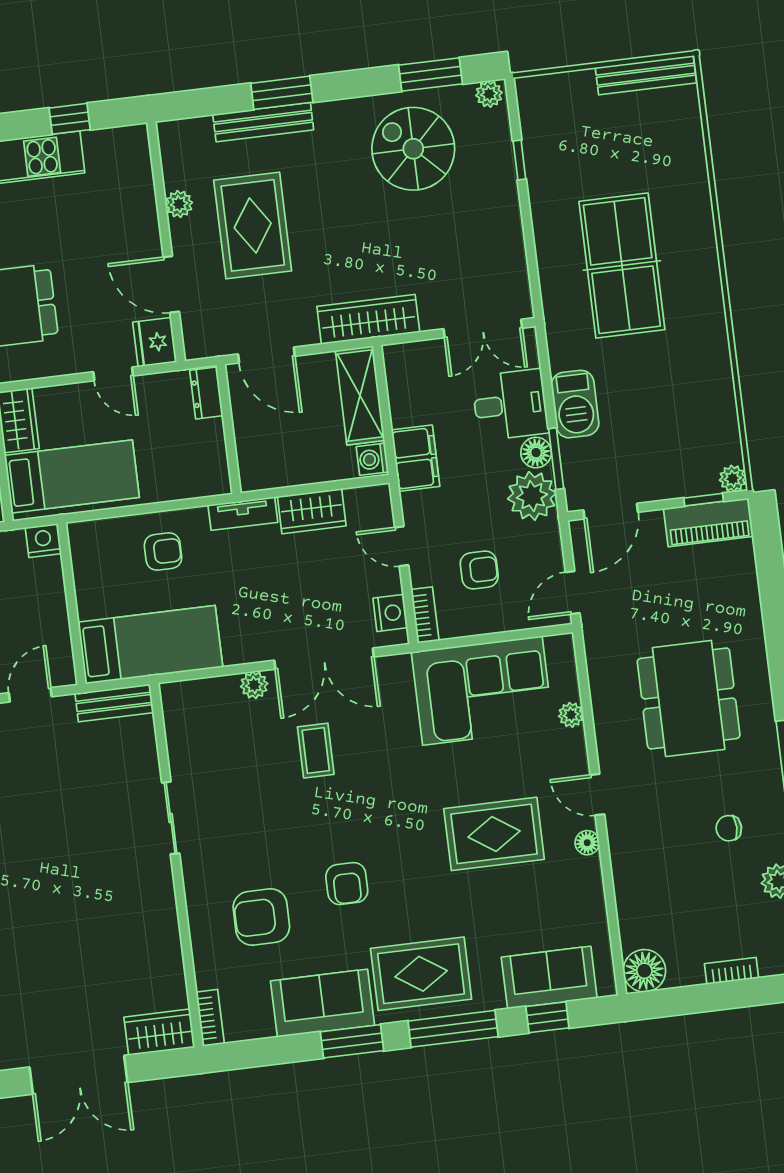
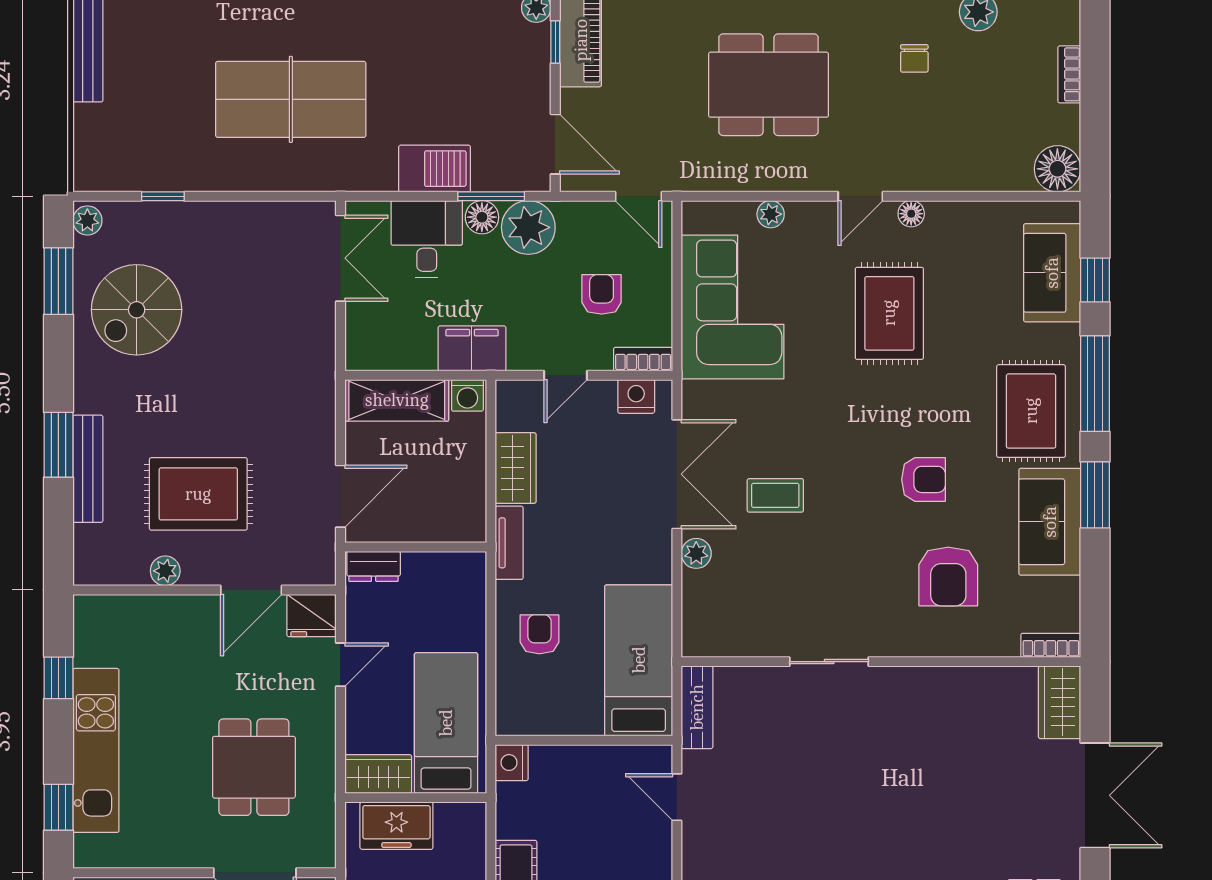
wardrobe: (368, 319) -> (315, 381), removed

